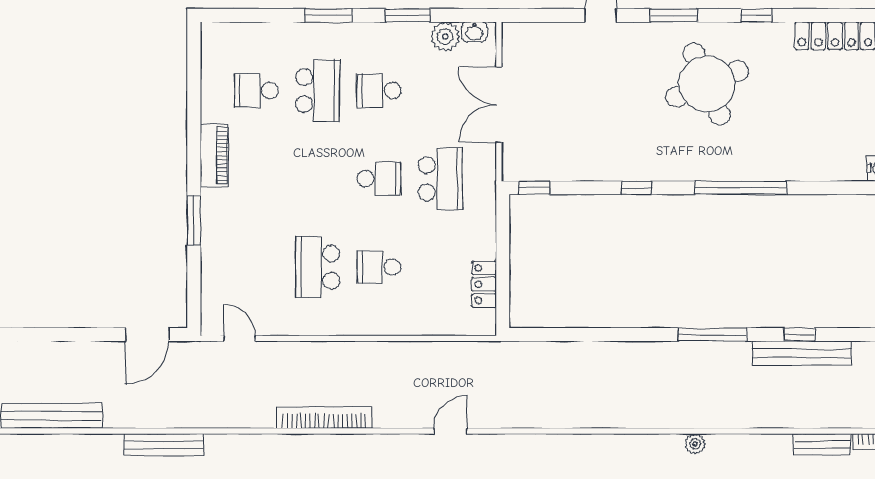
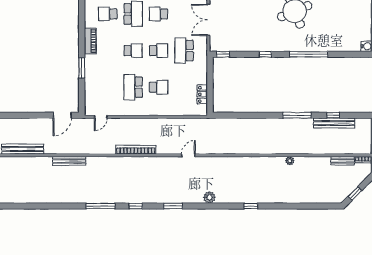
school desk: (318, 179) -> (133, 51), added
school desk: (440, 179) -> (184, 51), turned 180
school desk: (379, 267) -> (159, 87), turned 180
door: (240, 338) -> (101, 117), swing flipped

